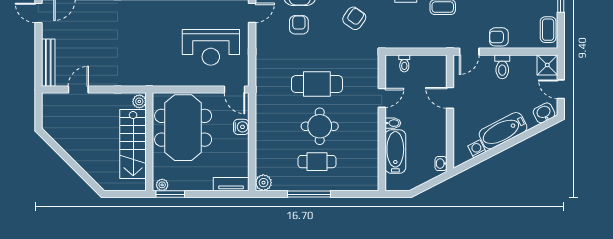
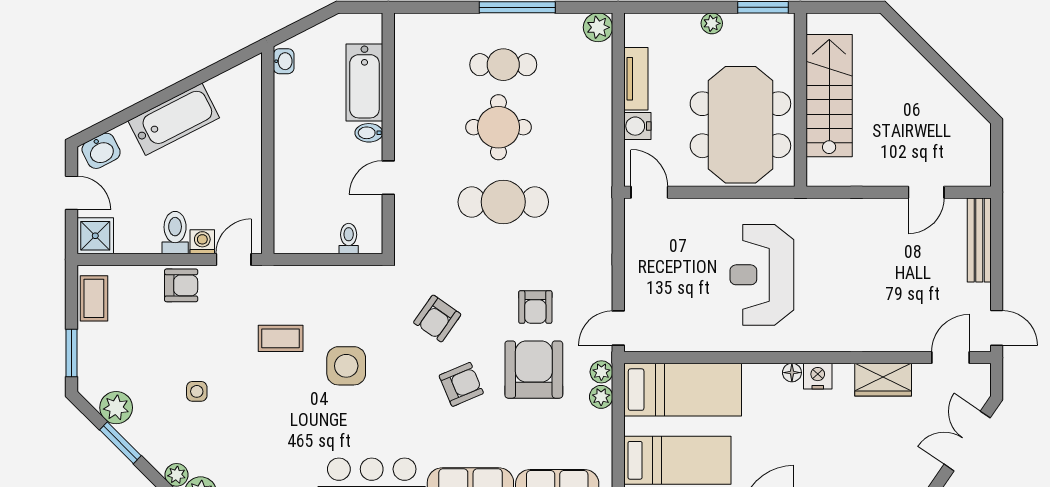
reception desk: (211, 47) -> (762, 275), moved, turned -90
door: (450, 98) -> (268, 177), removed
plant: (139, 101) -> (818, 171), removed
washing machine: (477, 149) -> (202, 242), moved, turned -153
tv unit: (231, 184) -> (636, 79), moved, turned -90
plant: (162, 185) -> (712, 23), moved

